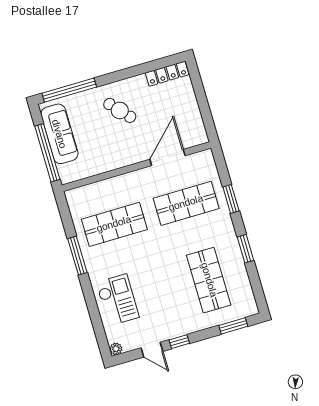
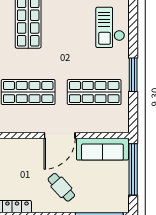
sofa: (59, 134) -> (102, 149), moved, turned -90
door: (167, 158) -> (60, 136), moved

